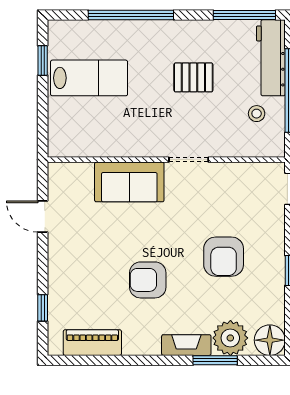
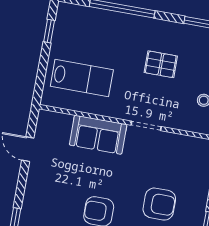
lab bench: (89, 78) -> (82, 78), moved
armchair: (224, 257) -> (159, 204), turned -90

